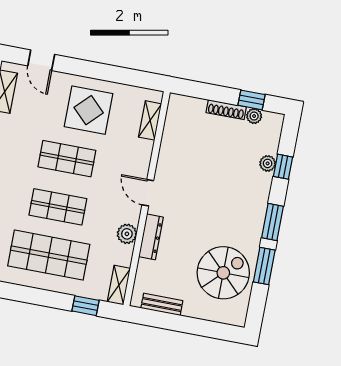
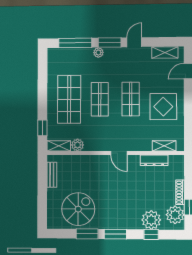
plant: (254, 116) -> (175, 215), width x1.88, depth x1.88
plant: (268, 163) -> (151, 220), width x1.88, depth x1.88
door: (148, 193) -> (119, 153), swing flipped
plant: (127, 234) -> (78, 145), moved
dresser: (151, 237) -> (154, 160), moved
spiral stairs: (223, 273) -> (78, 209), turned -90

